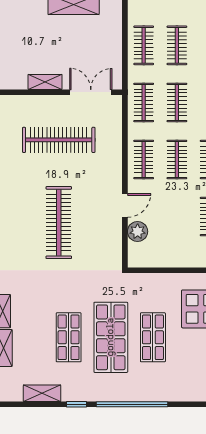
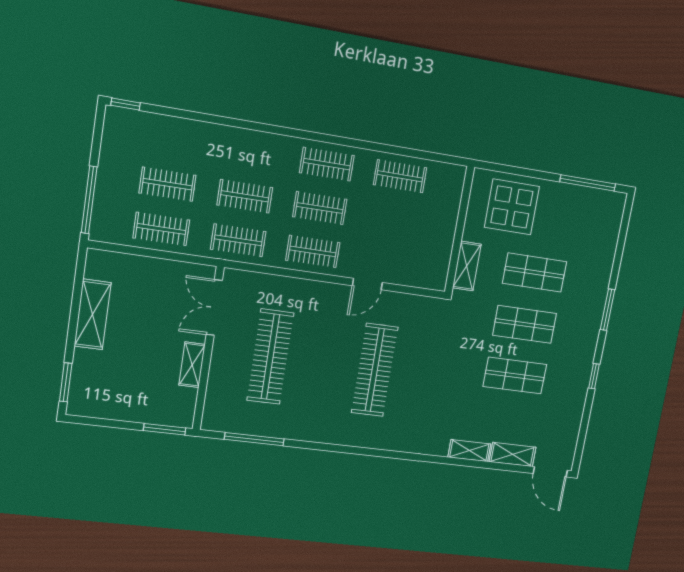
door: (125, 205) -> (367, 284), swing flipped
clothes rail: (59, 223) -> (375, 370), turned 90
plant: (138, 231) -> (403, 273), removed
shop shelf: (111, 337) -> (525, 324), width x0.70, depth x0.74
shelving: (42, 393) -> (467, 266), moved
window: (132, 404) -> (607, 310), width x0.47

